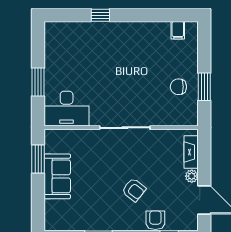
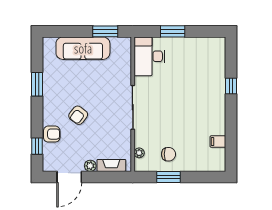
filing cabinet: (178, 30) -> (218, 142), moved
chair: (178, 87) -> (168, 154), turned 90
plant: (177, 120) -> (139, 153), added
sofa: (57, 176) -> (83, 48), width x1.36

